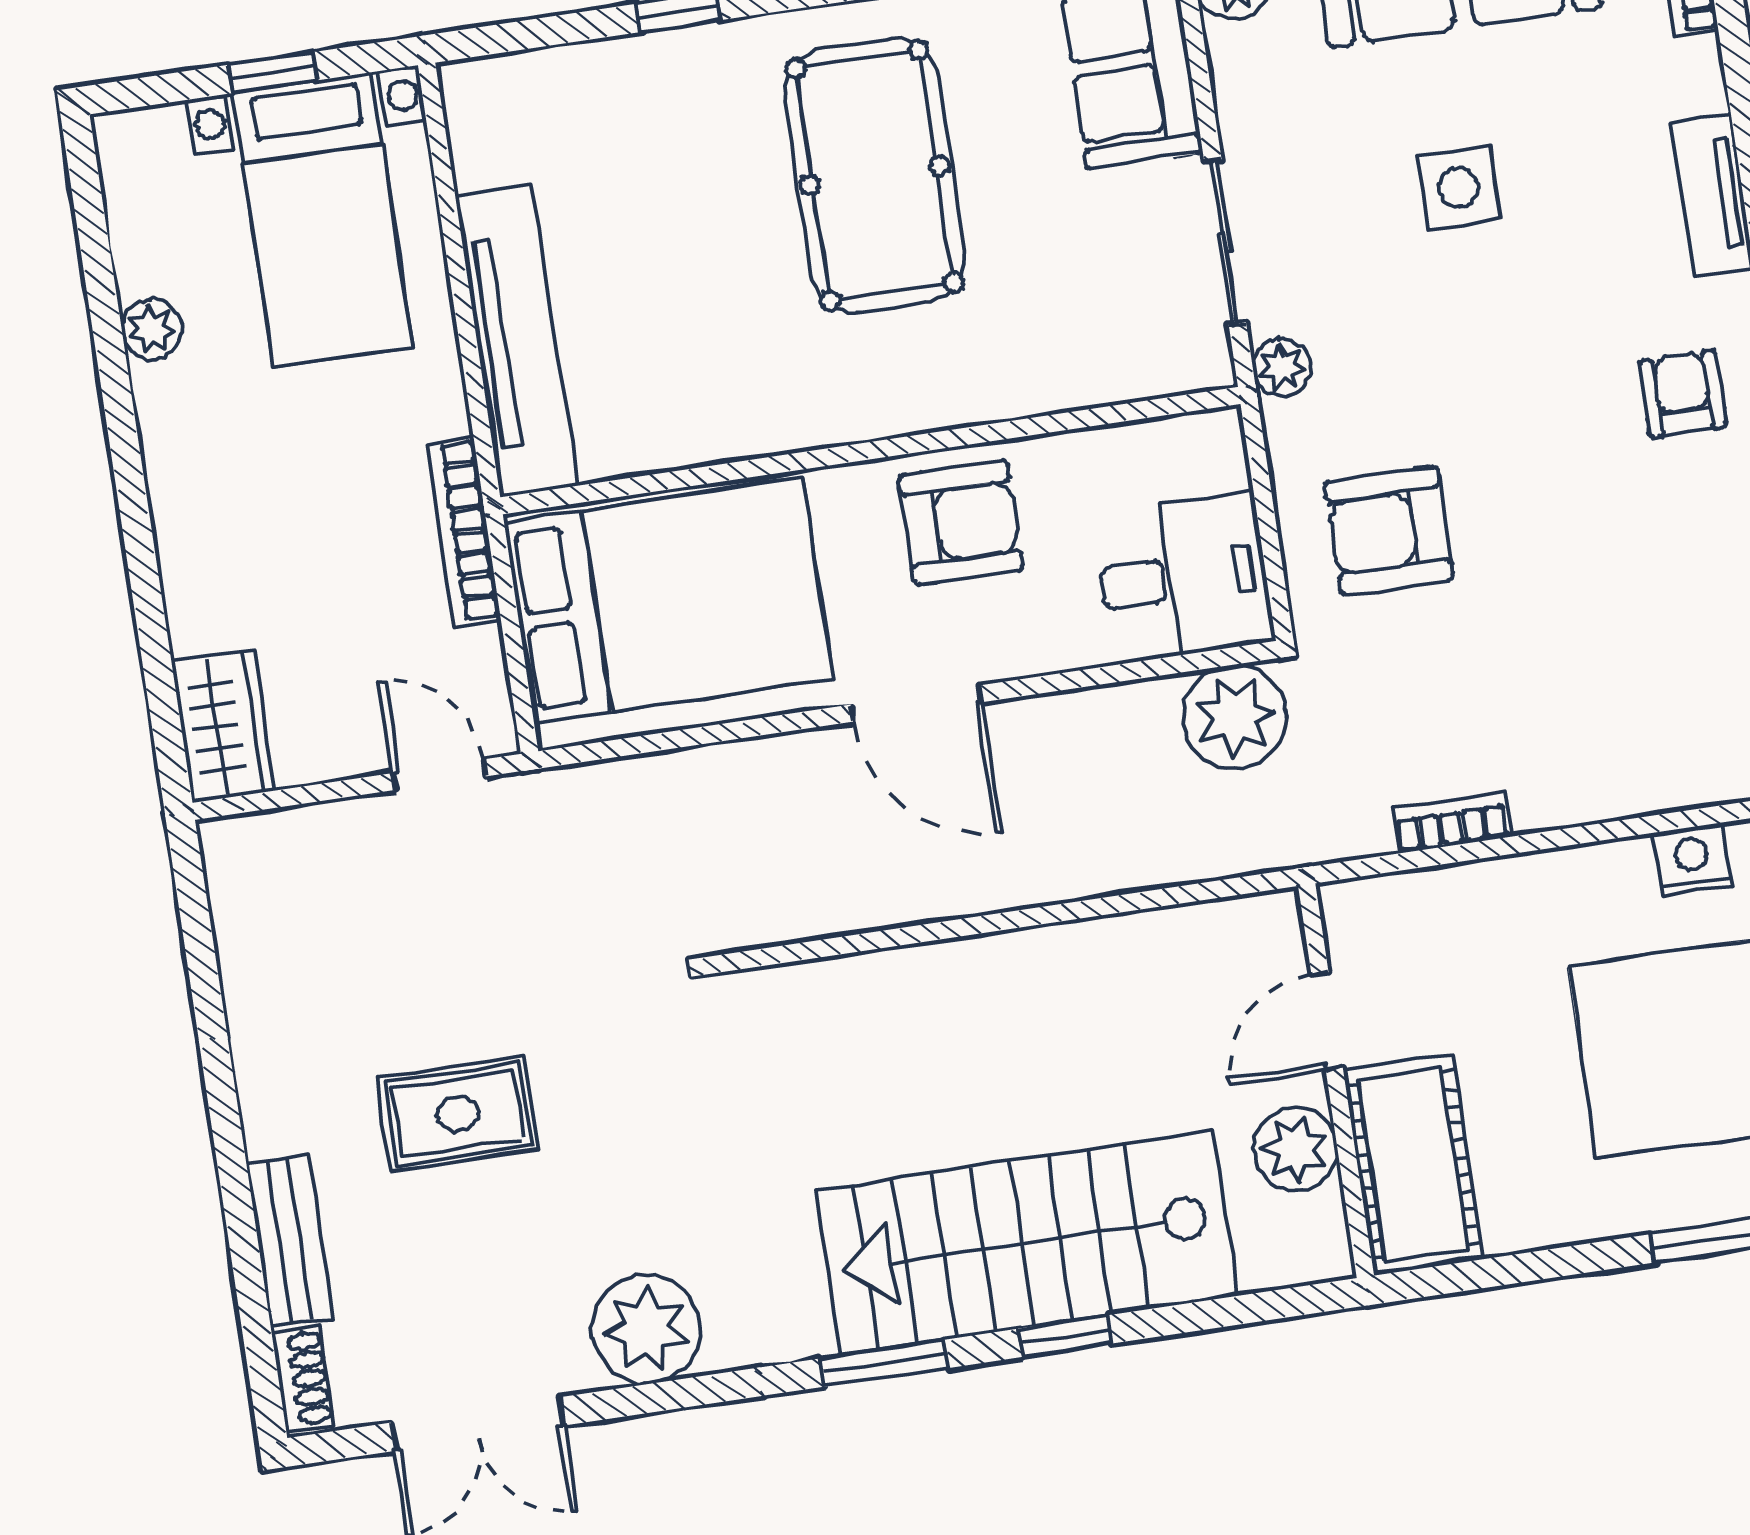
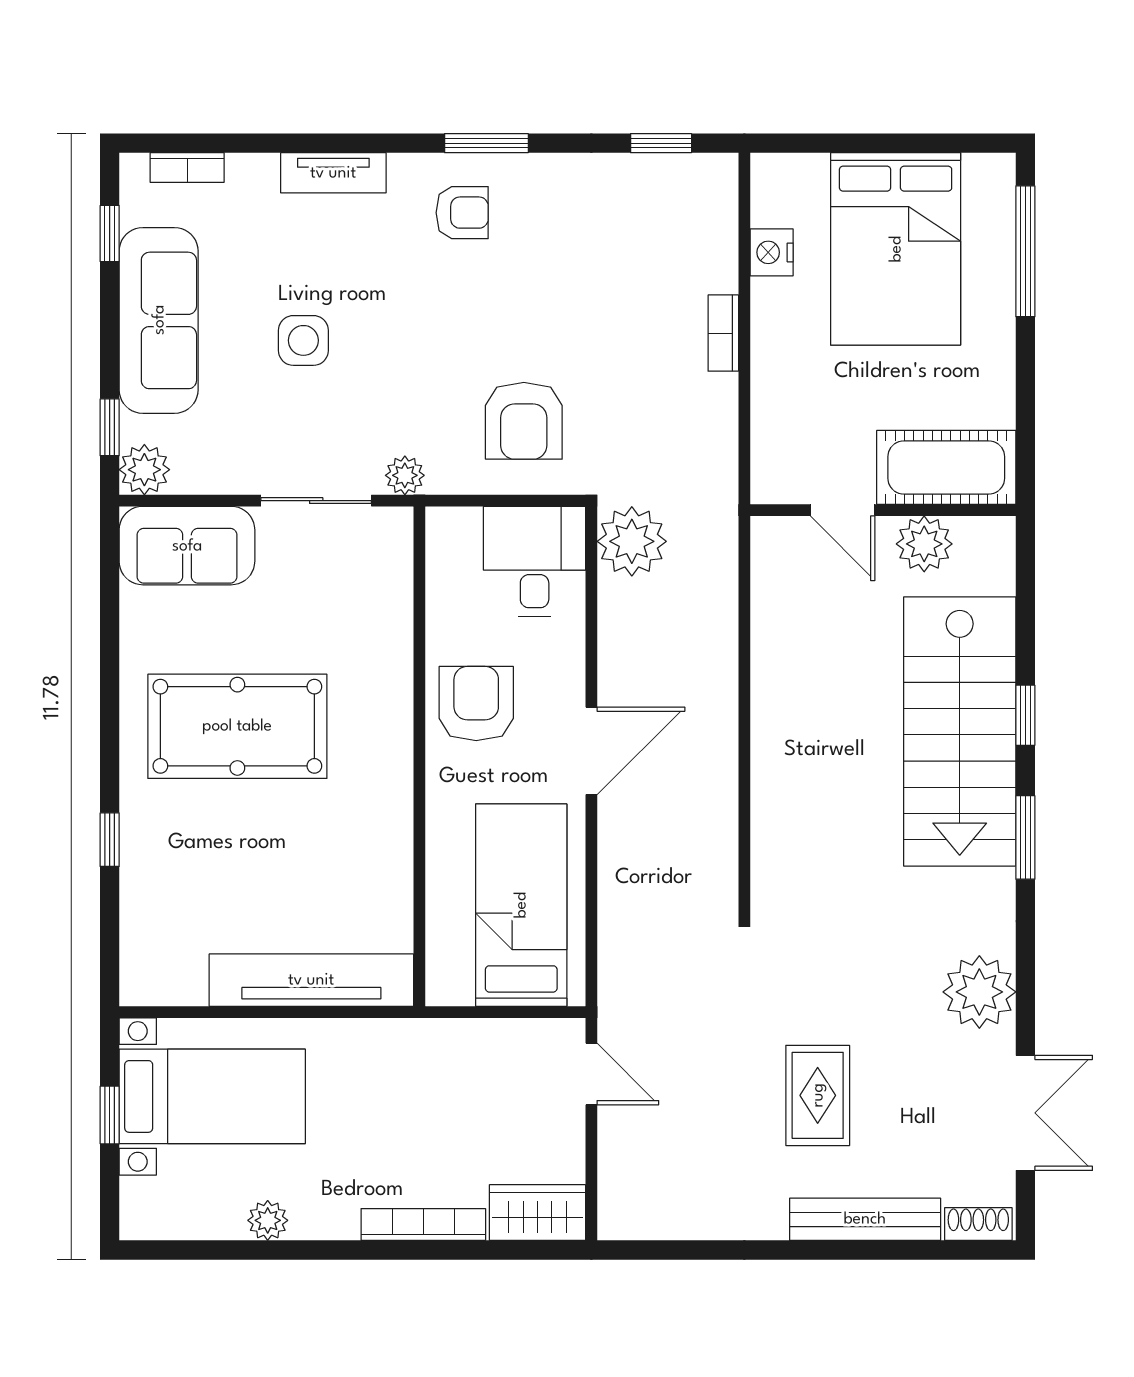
armchair: (1682, 394) -> (462, 213), turned 180
bookcase: (464, 531) -> (423, 1225), moved, turned 180
bed: (668, 600) -> (521, 905), width x0.67
door: (439, 775) -> (591, 1074), swing flipped
bookcase: (1451, 823) -> (723, 333), moved
bench: (290, 1241) -> (865, 1219), width x1.36

